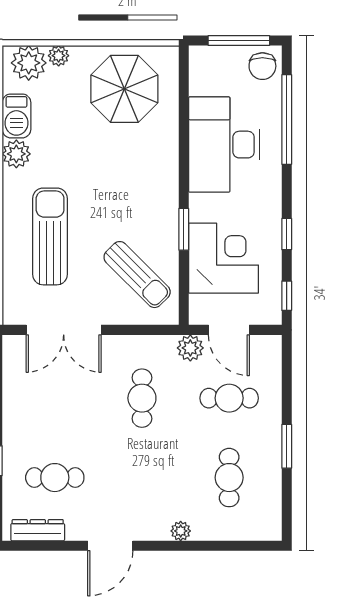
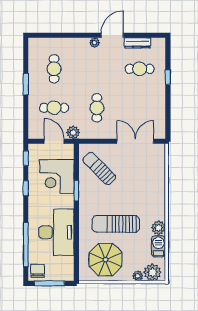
sun lounger: (50, 236) -> (116, 224), moved, turned 90
dresser: (38, 530) -> (137, 43), moved
plant: (181, 531) -> (95, 43), moved

